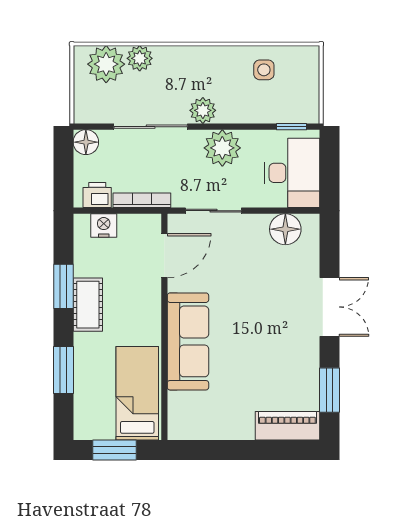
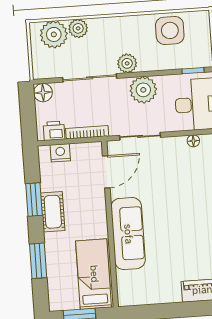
side table: (264, 70) -> (170, 30), width x1.87, depth x1.87
floor lamp: (285, 229) -> (193, 141), width x0.53, depth x0.53

